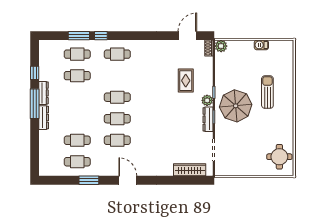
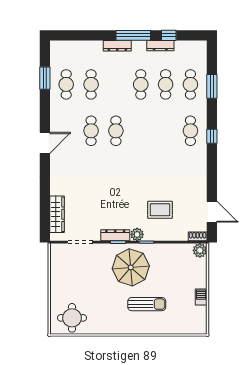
window: (101, 36) -> (212, 136), moved
dresser: (44, 93) -> (160, 46), moved
cafe table: (117, 97) -> (141, 84), moved
window: (89, 180) -> (45, 78), moved

